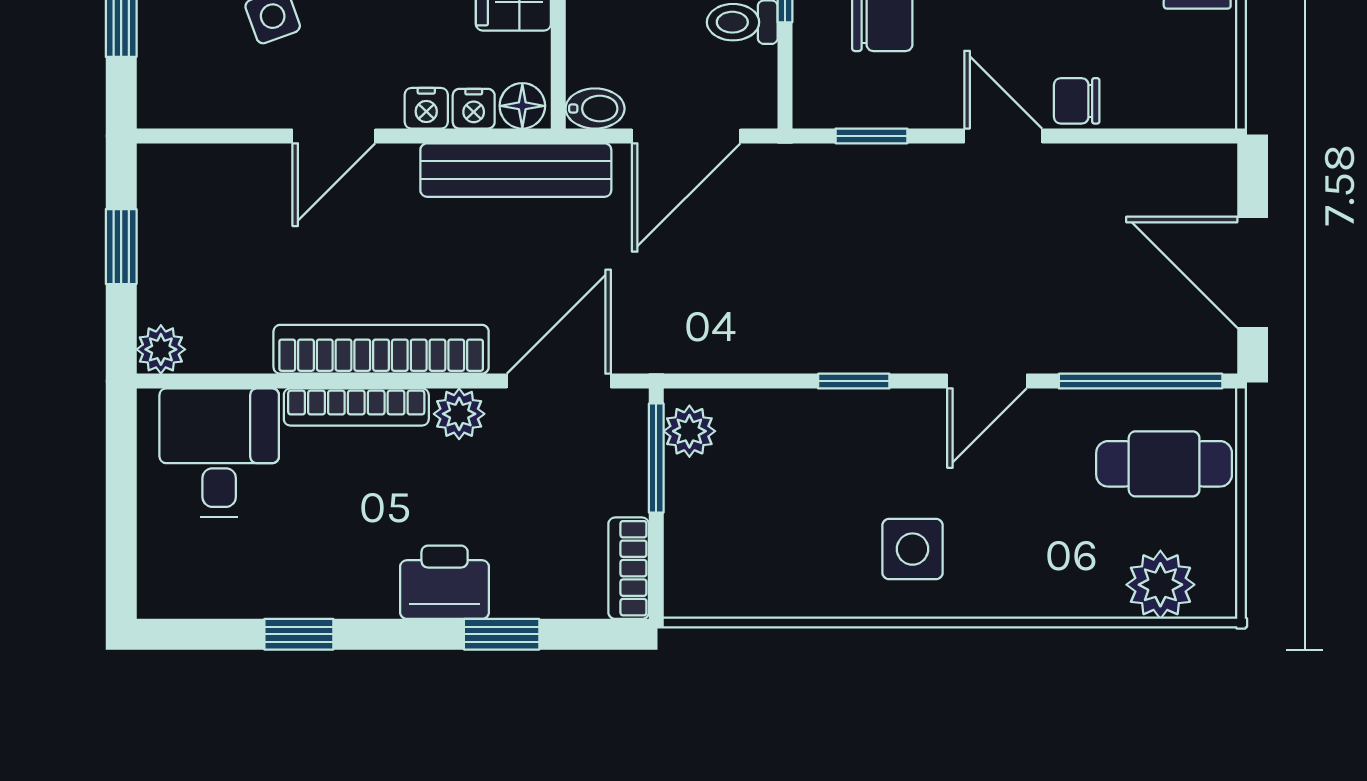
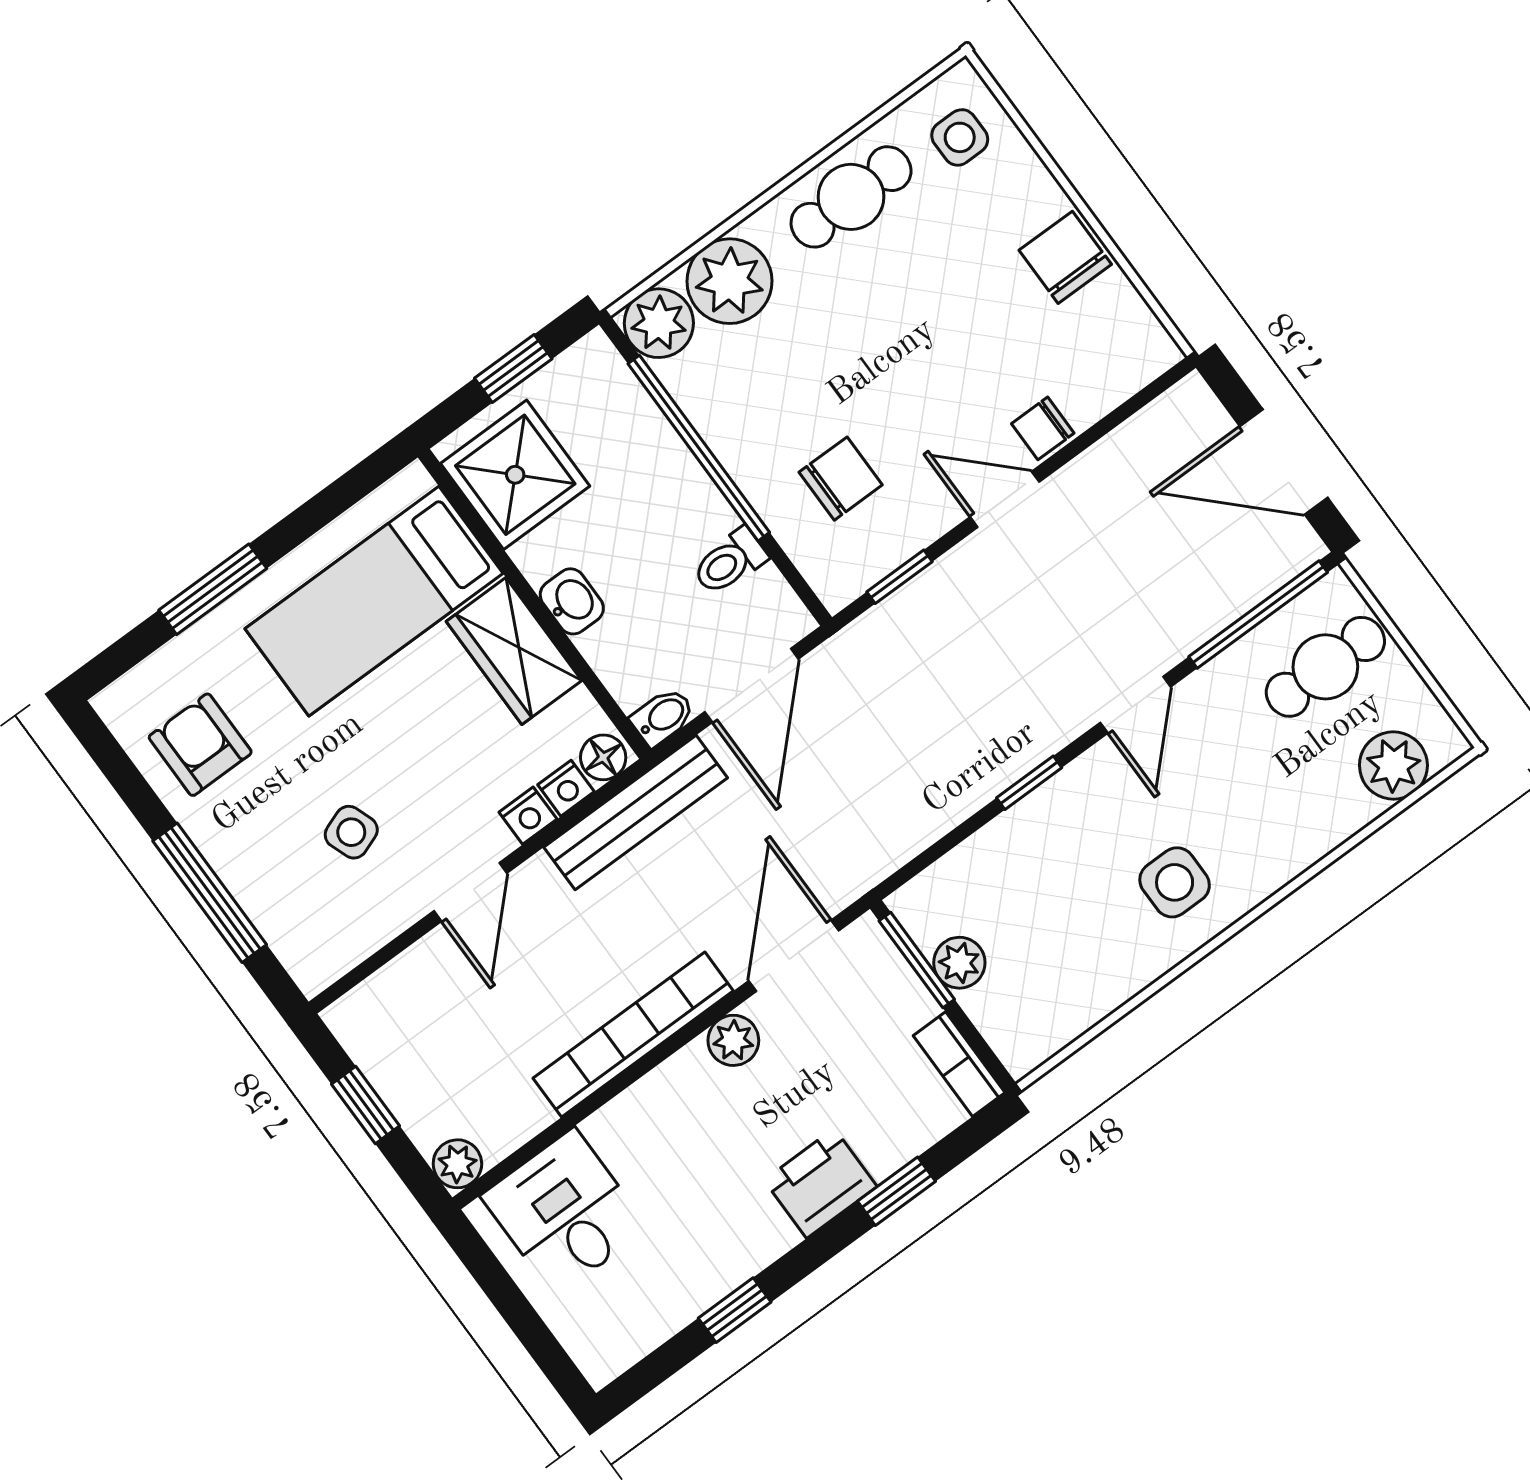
bookcase: (356, 407) -> (647, 1095), removed
plant: (689, 431) -> (959, 963), moved

